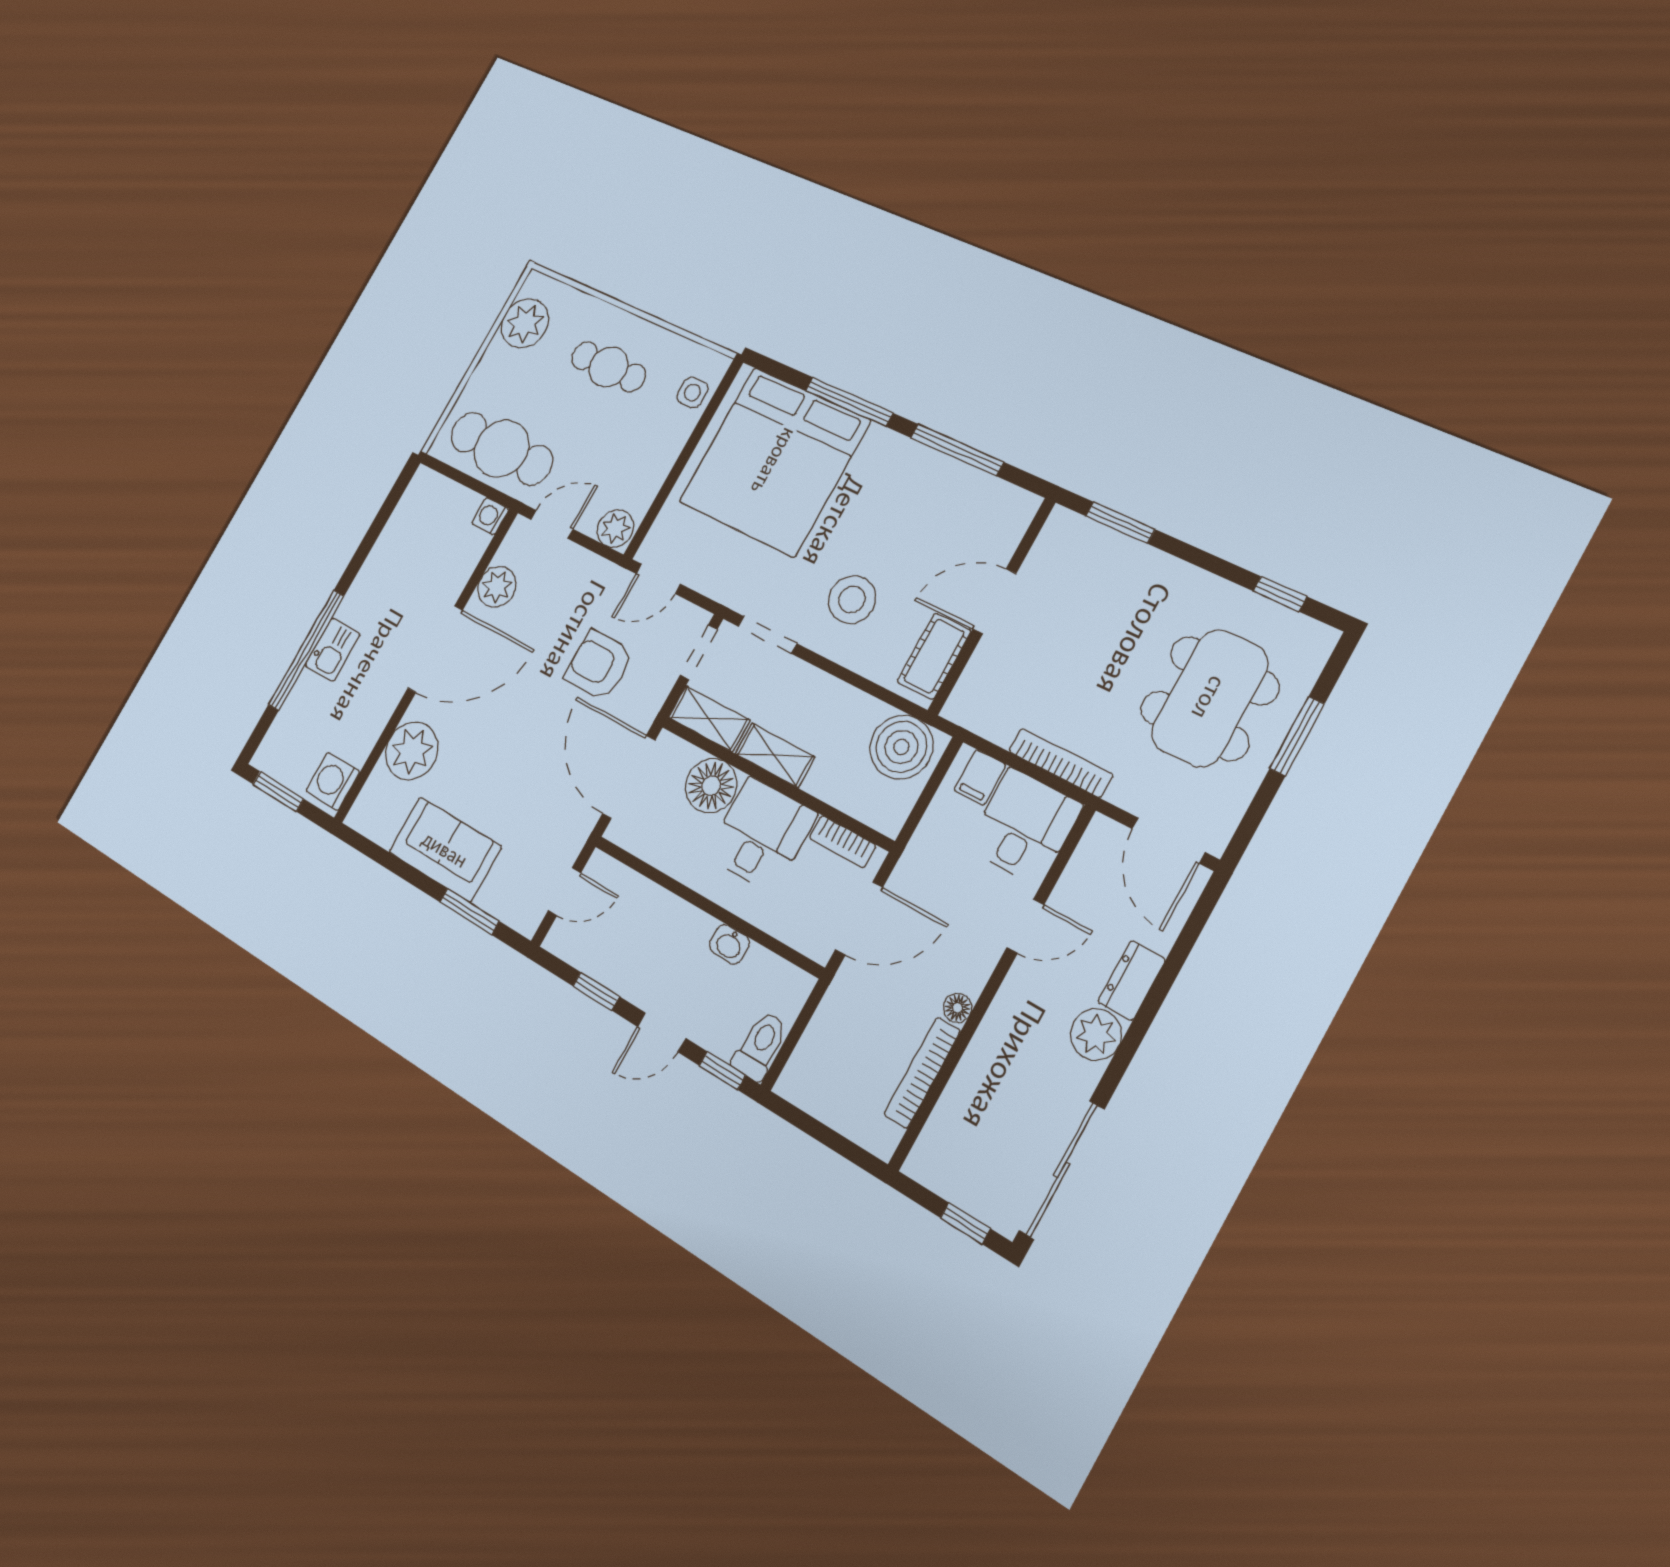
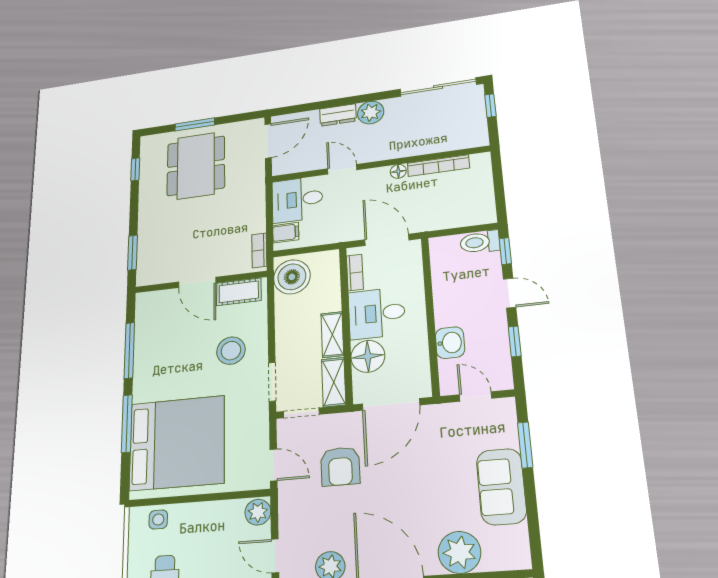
dining table: (1209, 698) -> (196, 166), turned 90
bookcase: (1061, 763) -> (259, 250), moved, width x0.64
washbasin: (729, 944) -> (450, 343), moved, width x1.38, depth x1.45

